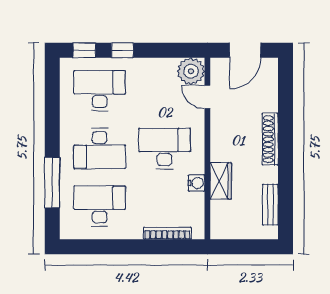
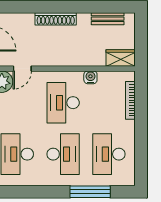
wardrobe: (221, 181) -> (121, 58), moved

